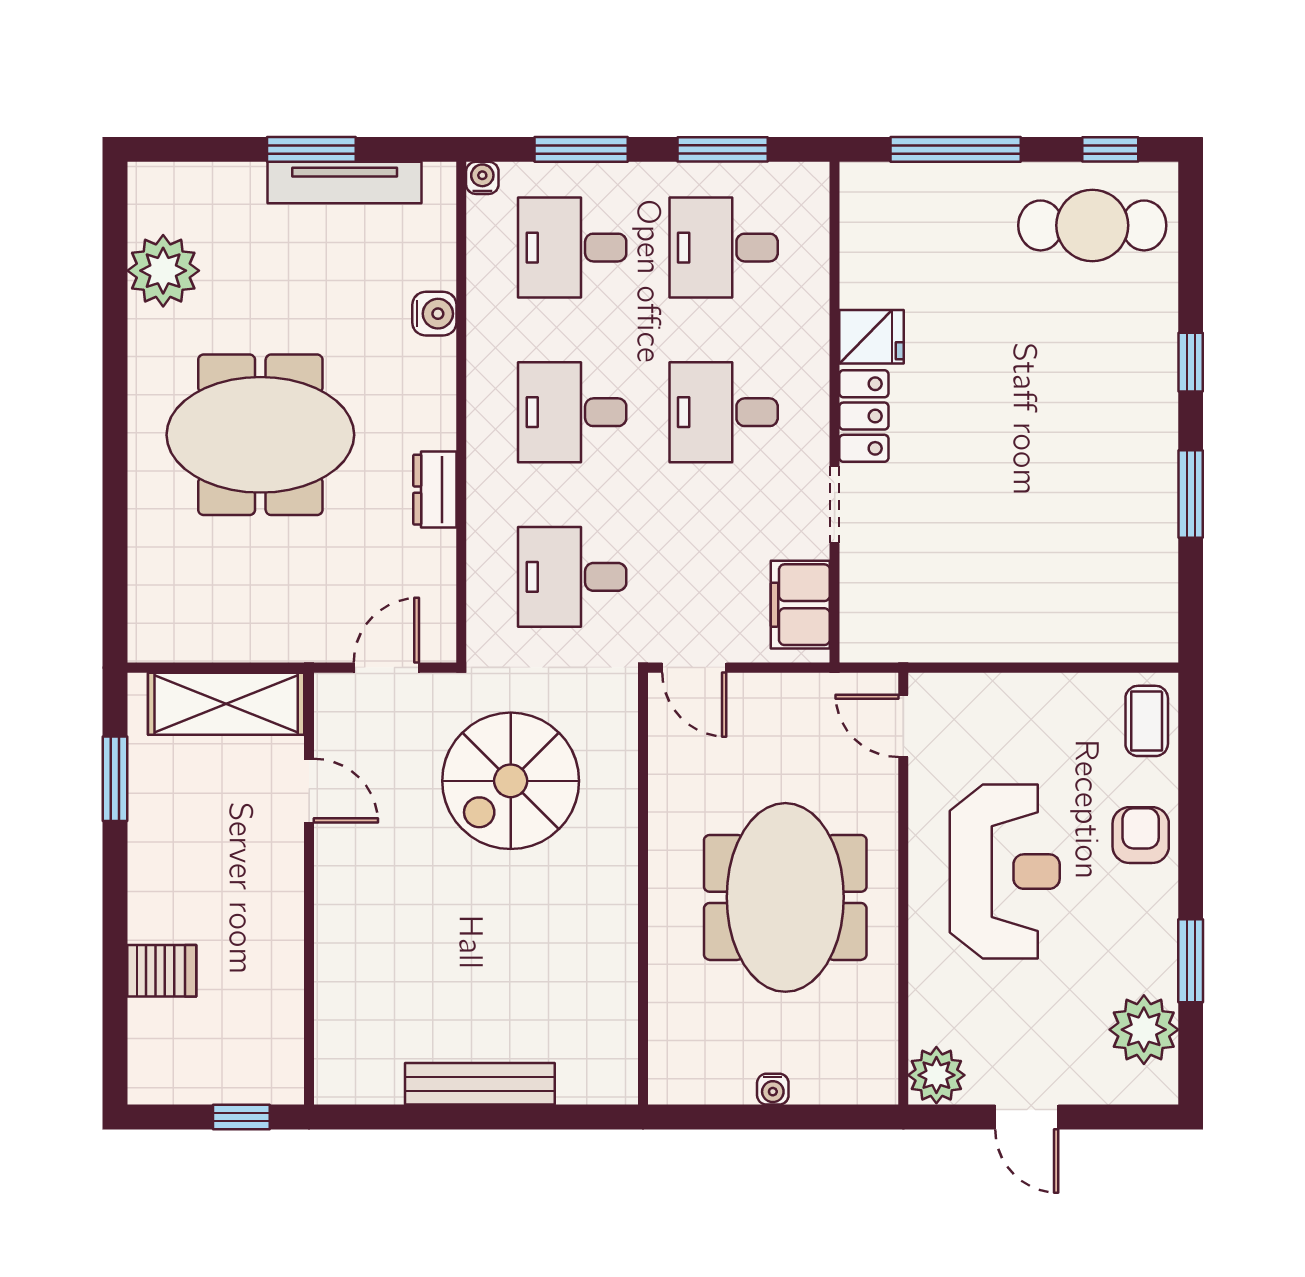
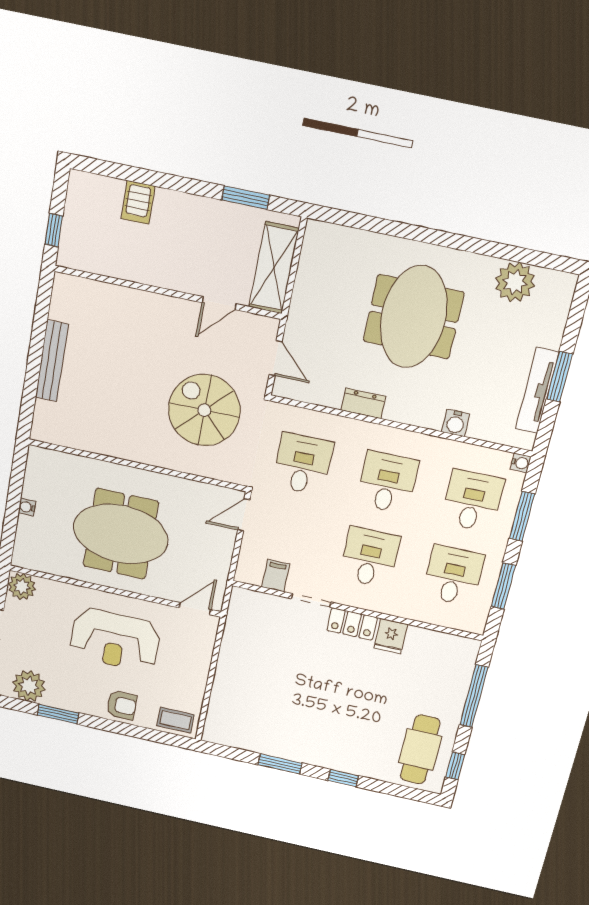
filing cabinet: (800, 605) -> (276, 575), width x0.50

